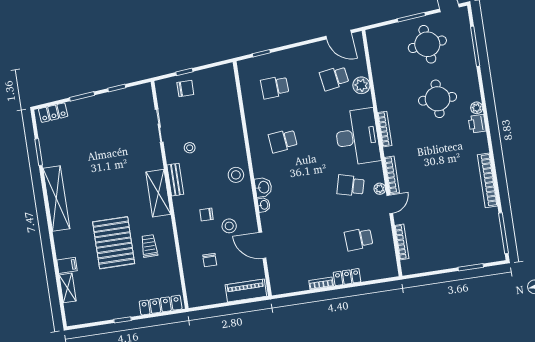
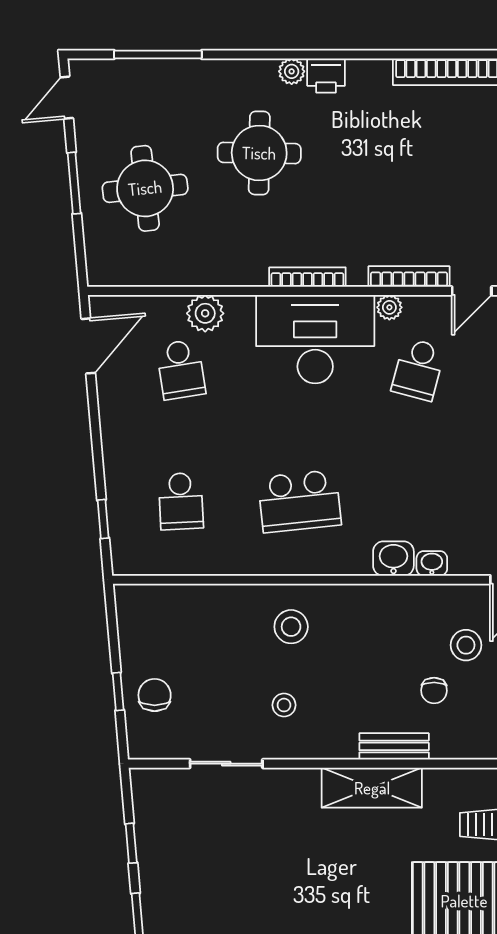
round table: (427, 44) -> (145, 188), moved
school desk: (283, 141) -> (300, 501), width x1.85
stool: (236, 175) -> (291, 627), moved
bench: (175, 180) -> (394, 746), moved
plant: (380, 189) -> (389, 307), moved
door: (390, 204) -> (472, 291), swing flipped

